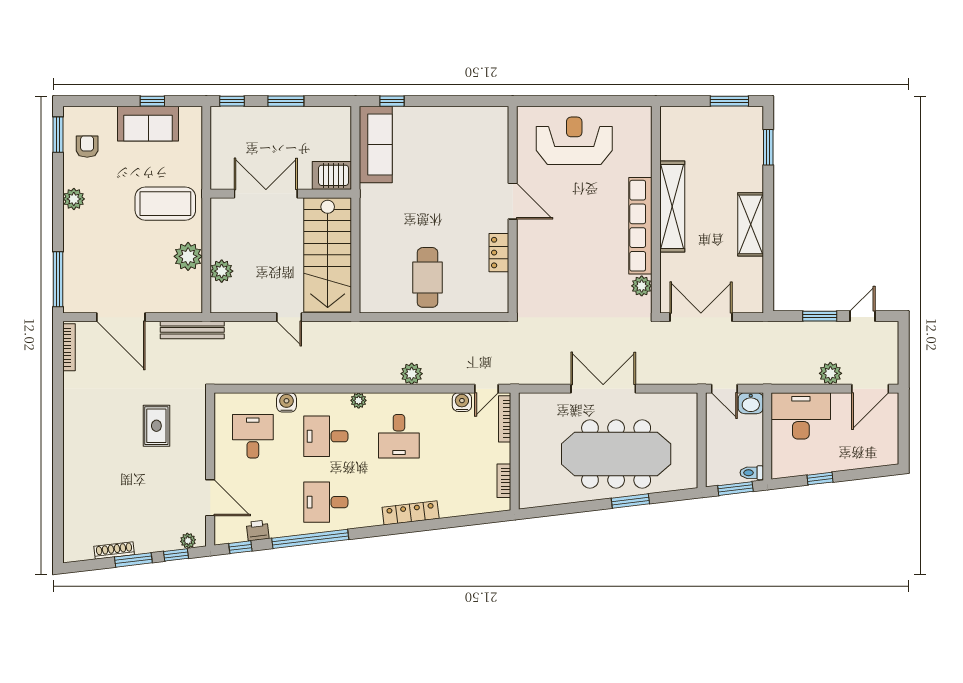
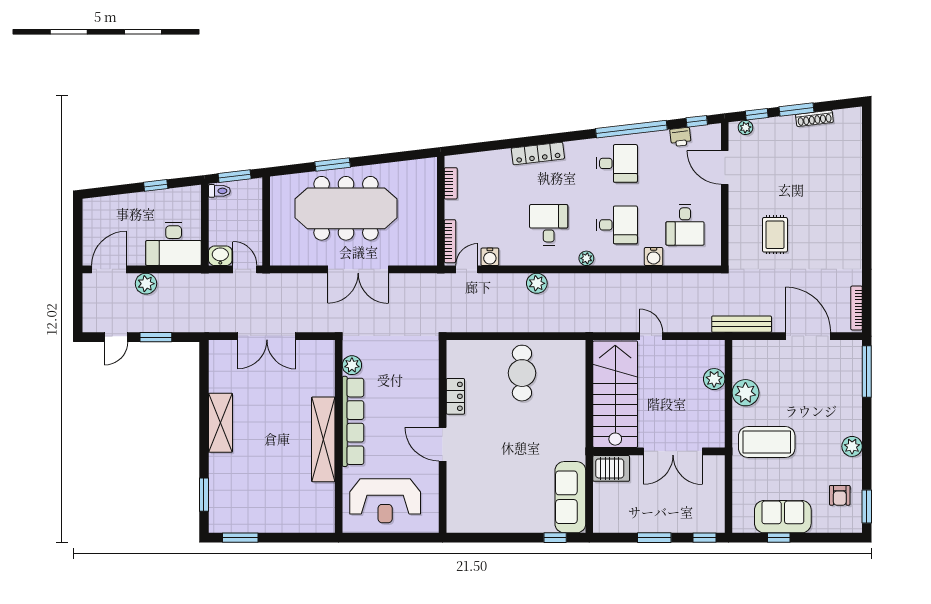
shelving: (672, 206) -> (323, 439), moved
wall: (656, 210) -> (339, 436), moved
row of seats: (640, 226) -> (353, 421), moved
plant: (642, 286) -> (352, 365), moved

